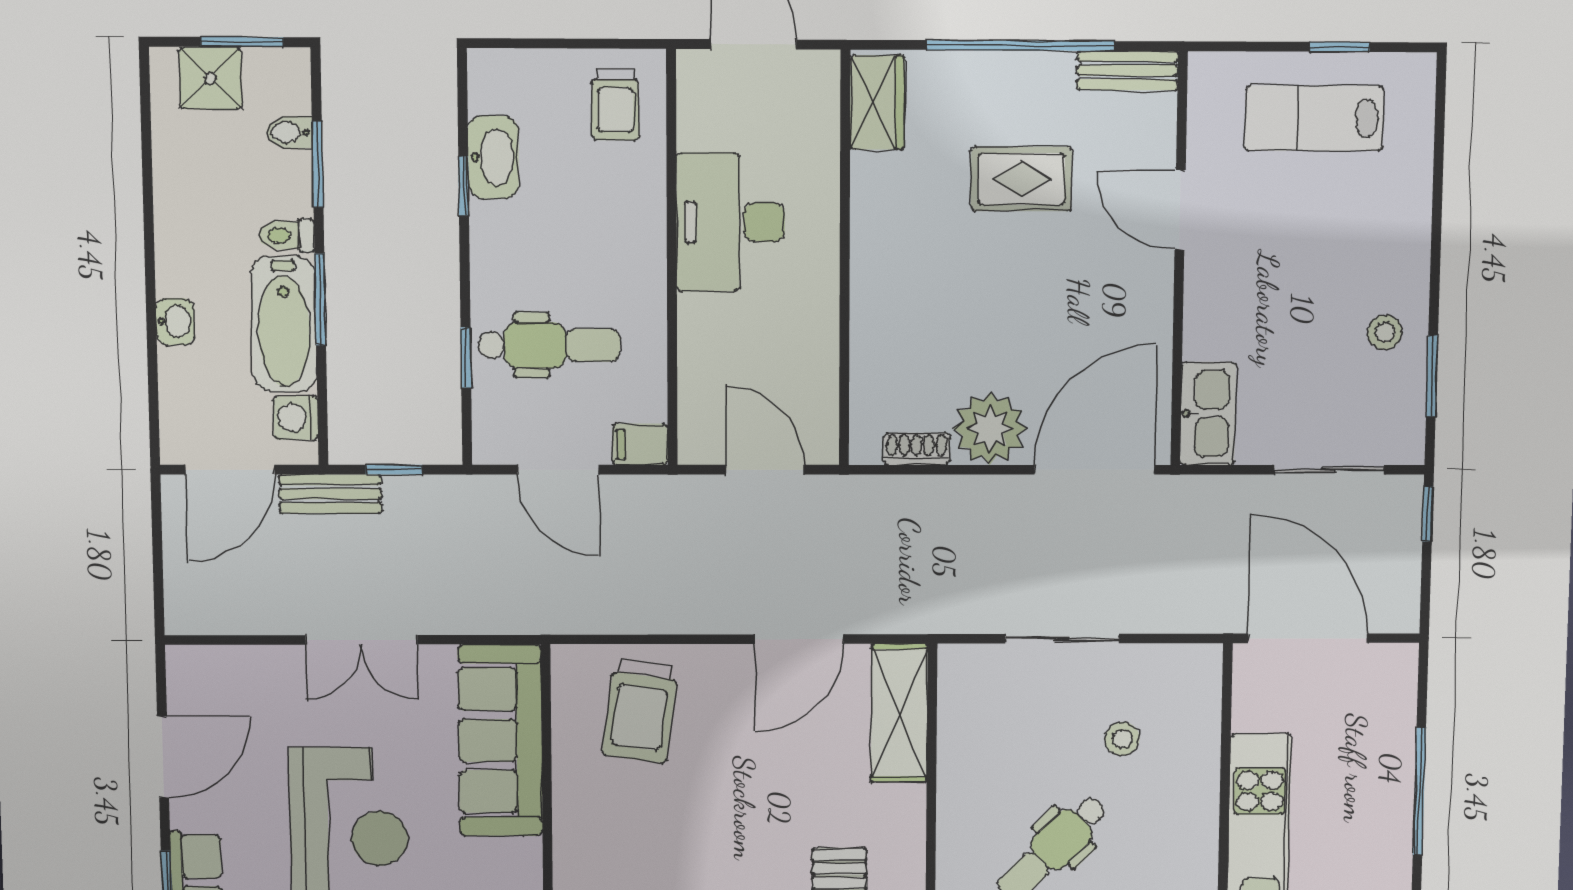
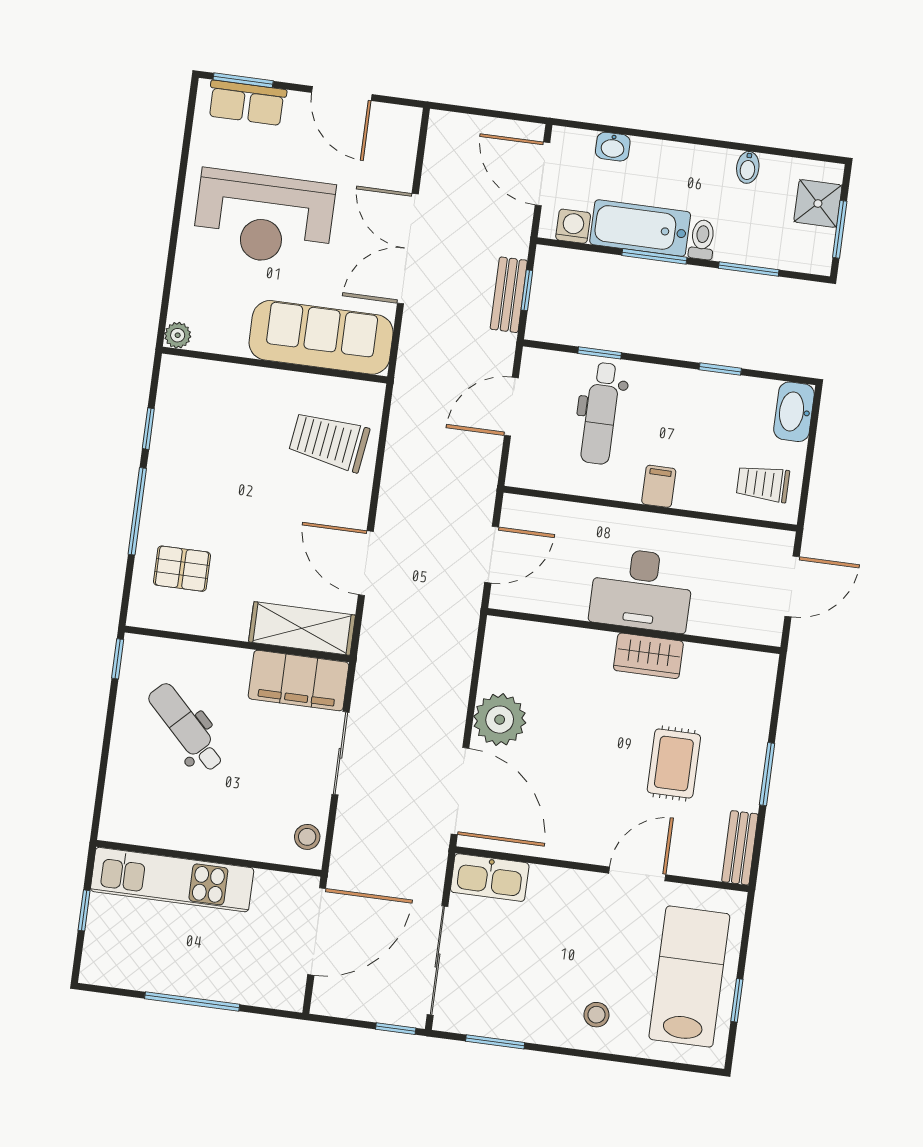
window: (1020, 45) -> (767, 774), width x0.47
wardrobe: (877, 102) -> (648, 656), moved
lab bench: (1314, 118) -> (689, 977), width x1.36, depth x1.39
bidet: (289, 132) -> (748, 167), moved, turned 180
washbasin: (493, 157) -> (794, 412), moved, turned 90
desk: (731, 222) -> (642, 590), moved, turned 180
washbasin: (175, 321) -> (613, 147), moved
stool: (1385, 332) -> (596, 1015), moved
filing cabinet: (640, 444) -> (659, 486), moved
shoe rack: (917, 449) -> (492, 665), removed
sliding door: (1329, 470) -> (437, 960), width x1.37
bench: (330, 494) -> (509, 295), moved
double door: (361, 640) -> (408, 249), width x1.37
filing cabinet: (971, 708) -> (298, 681), added
stool: (1122, 739) -> (307, 837), moved

